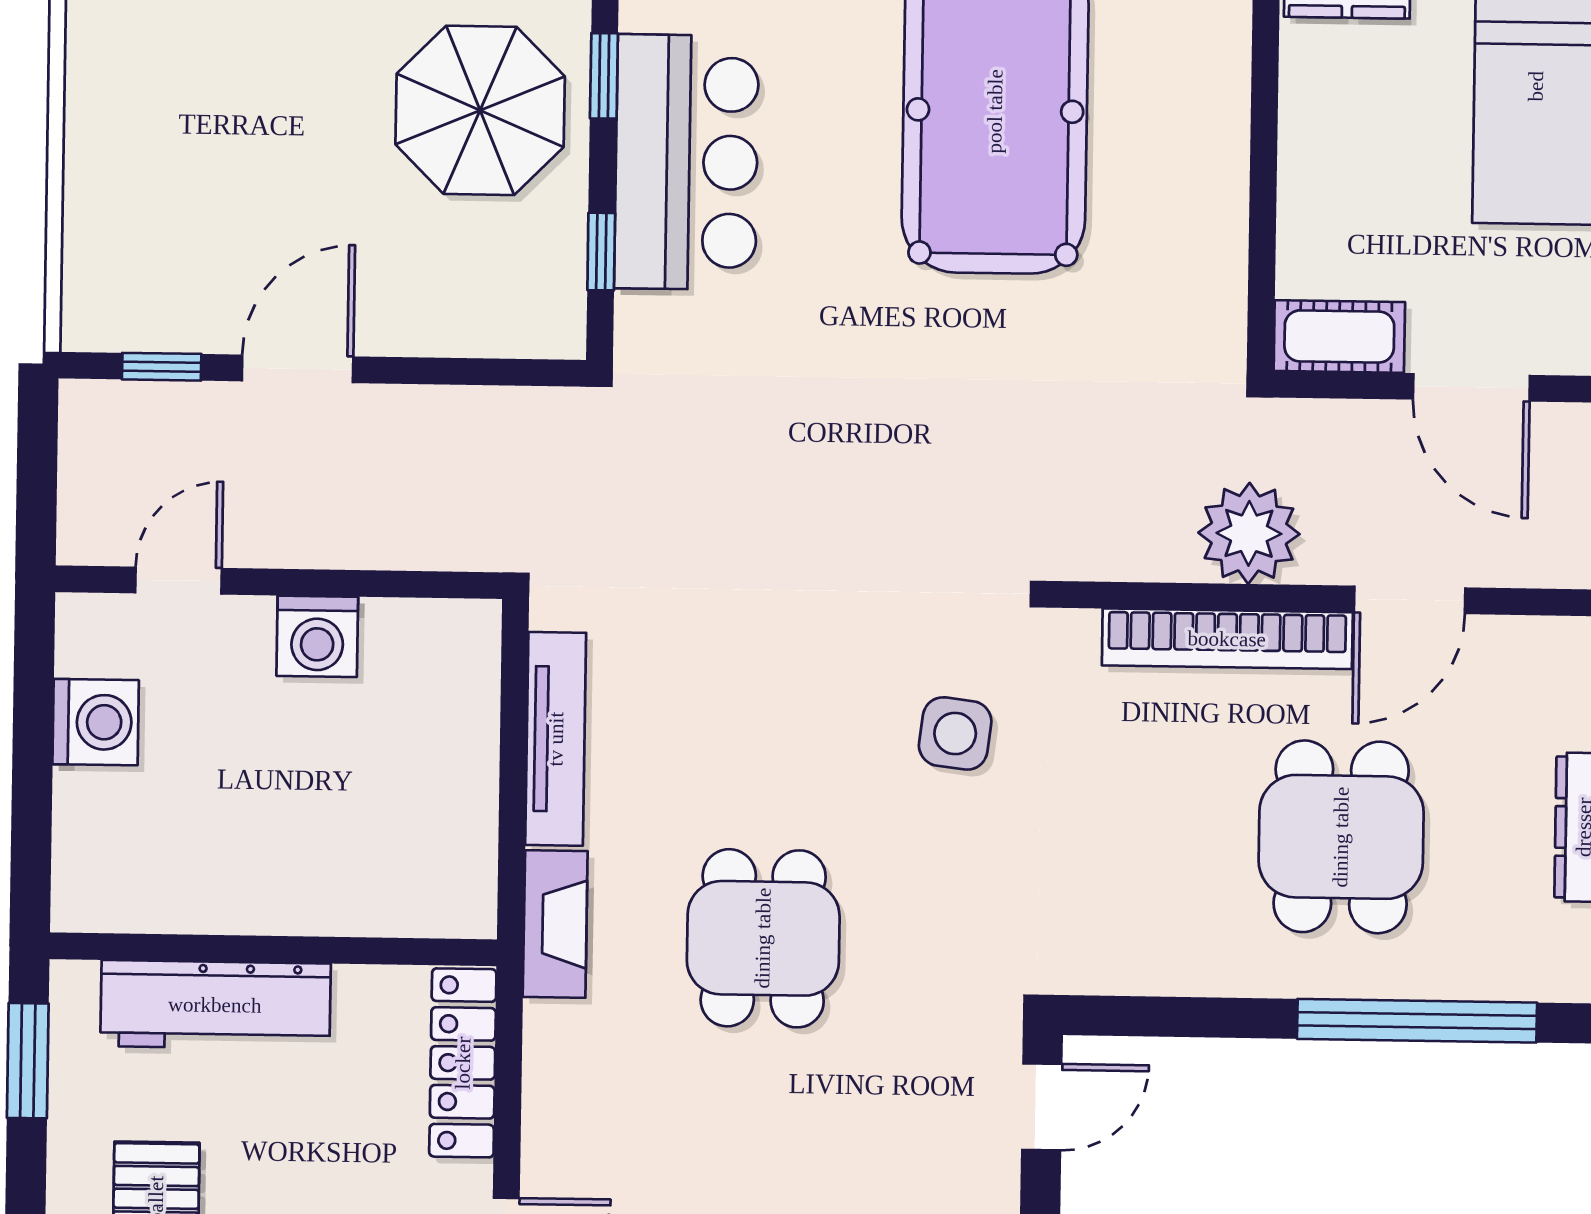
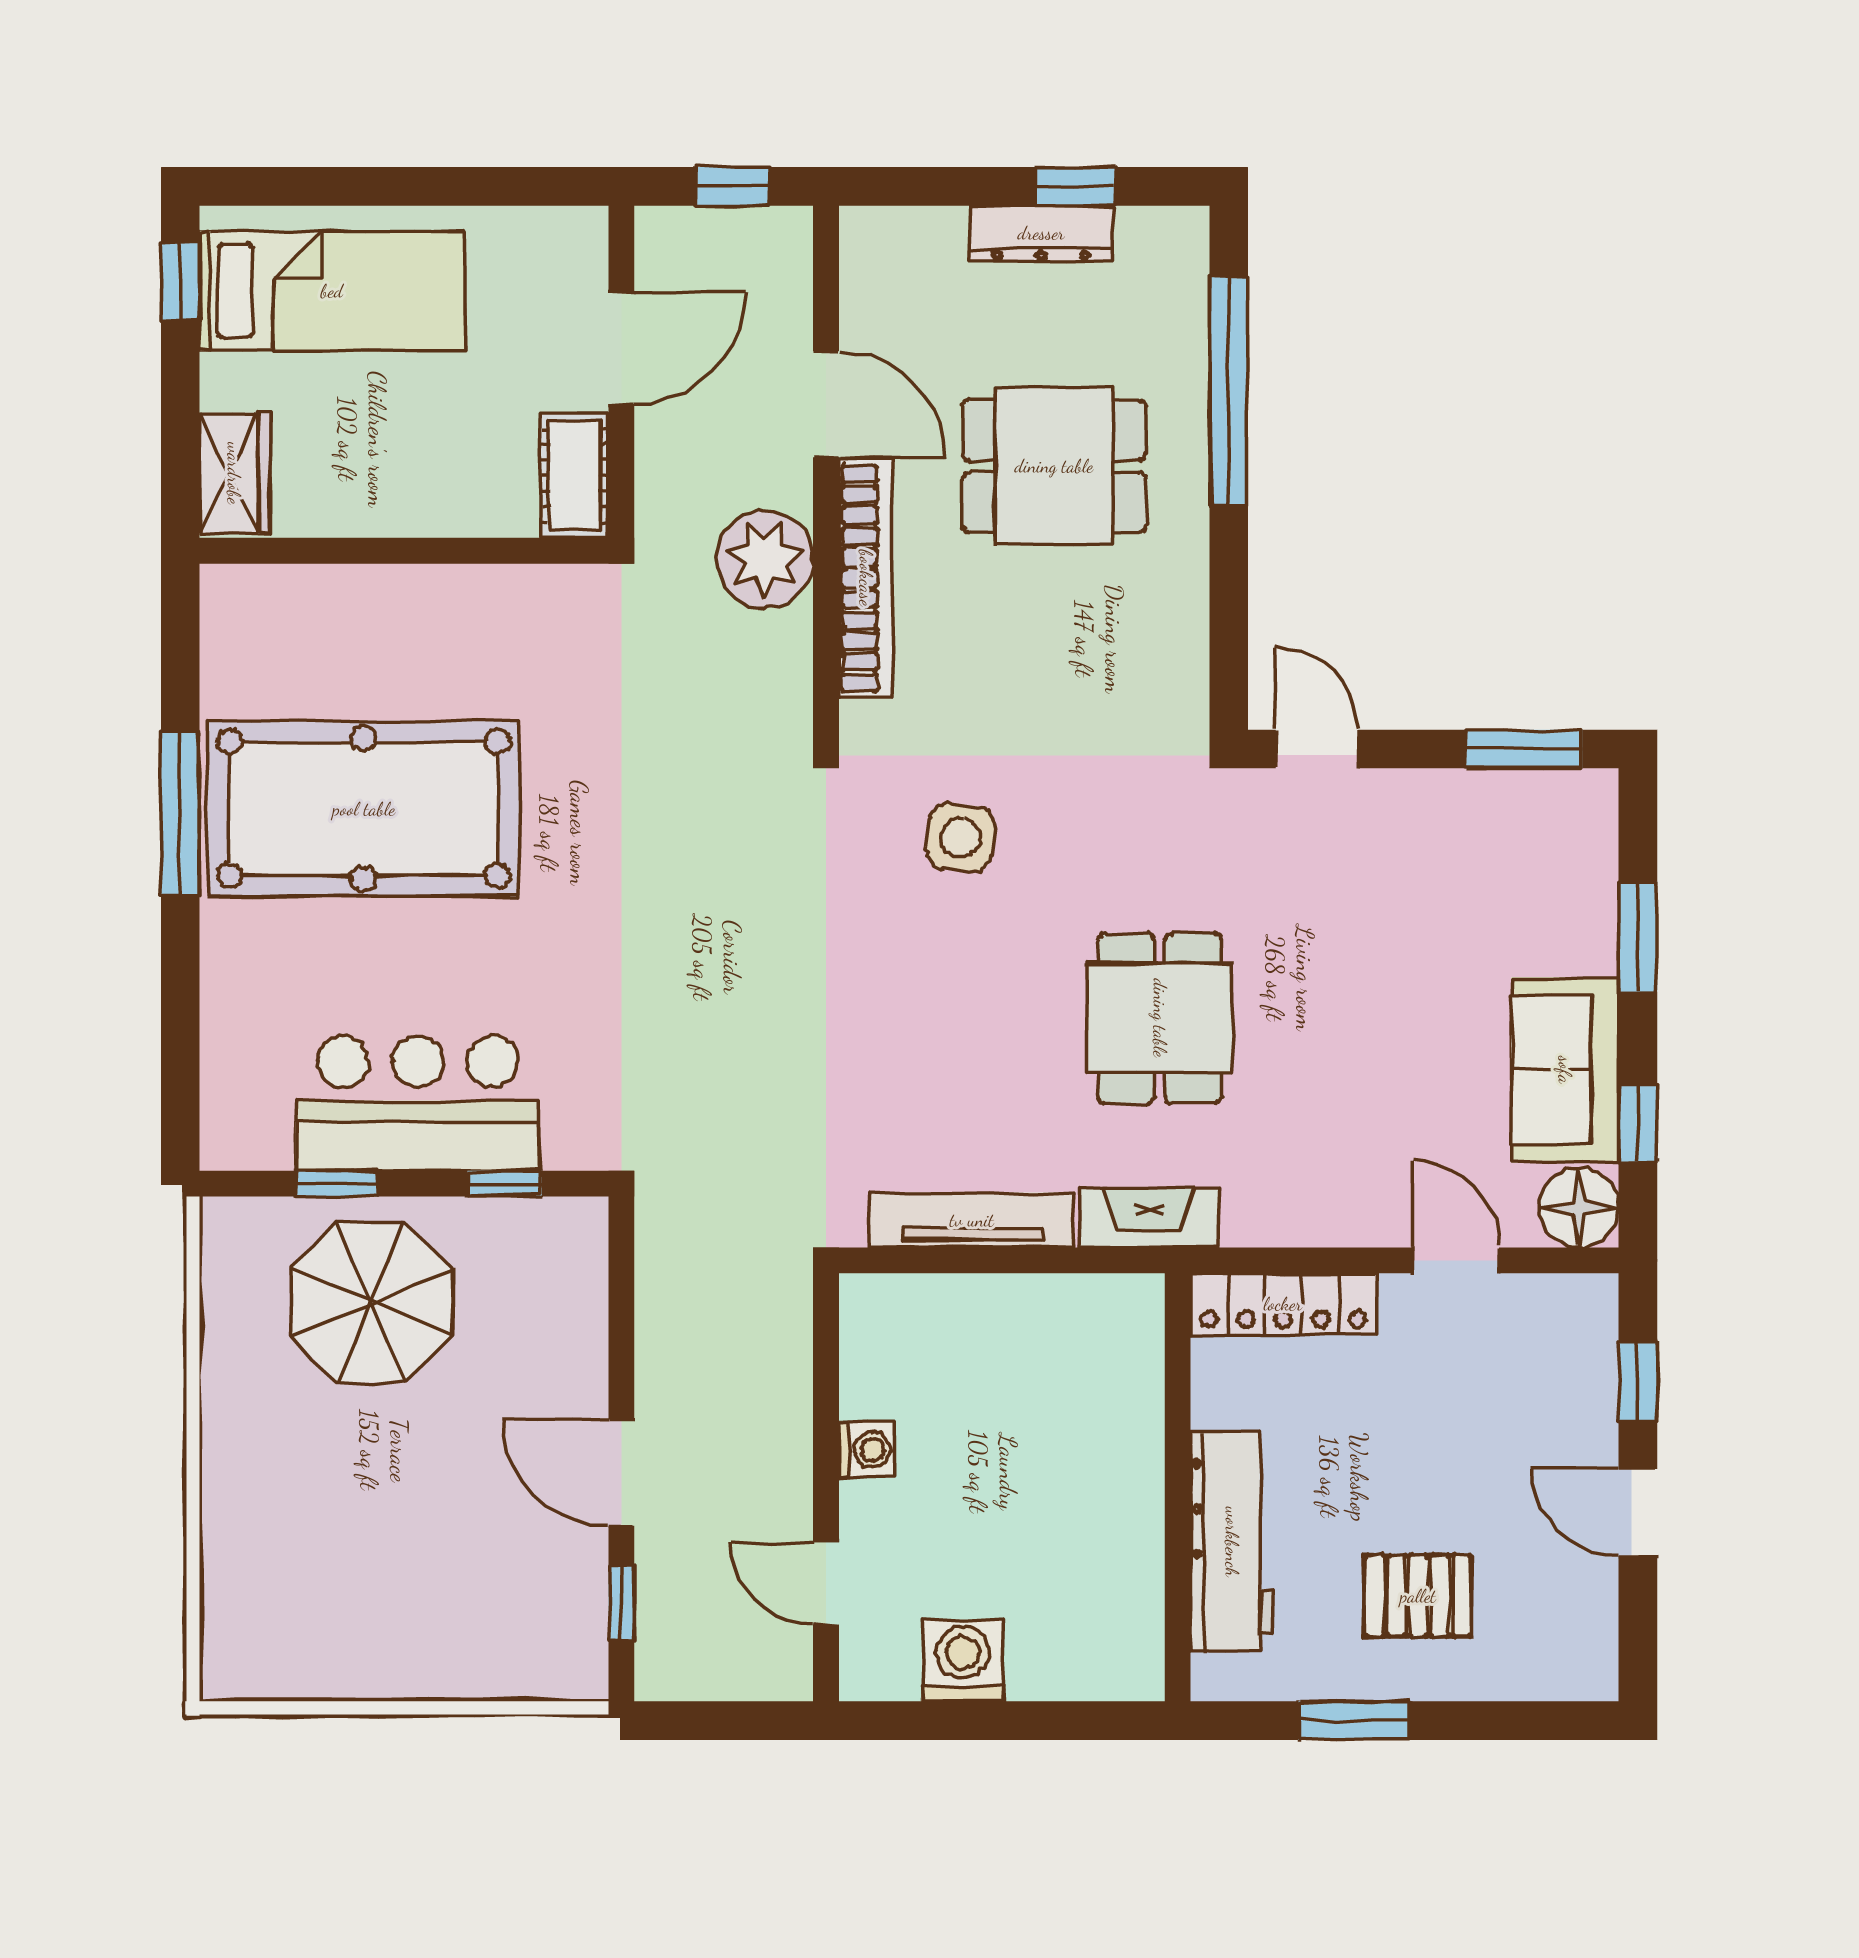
washing machine: (317, 636) -> (867, 1450), width x0.73, depth x0.73
dining table: (763, 938) -> (1160, 1018), turned 90
window: (28, 1061) -> (1354, 1721), moved

